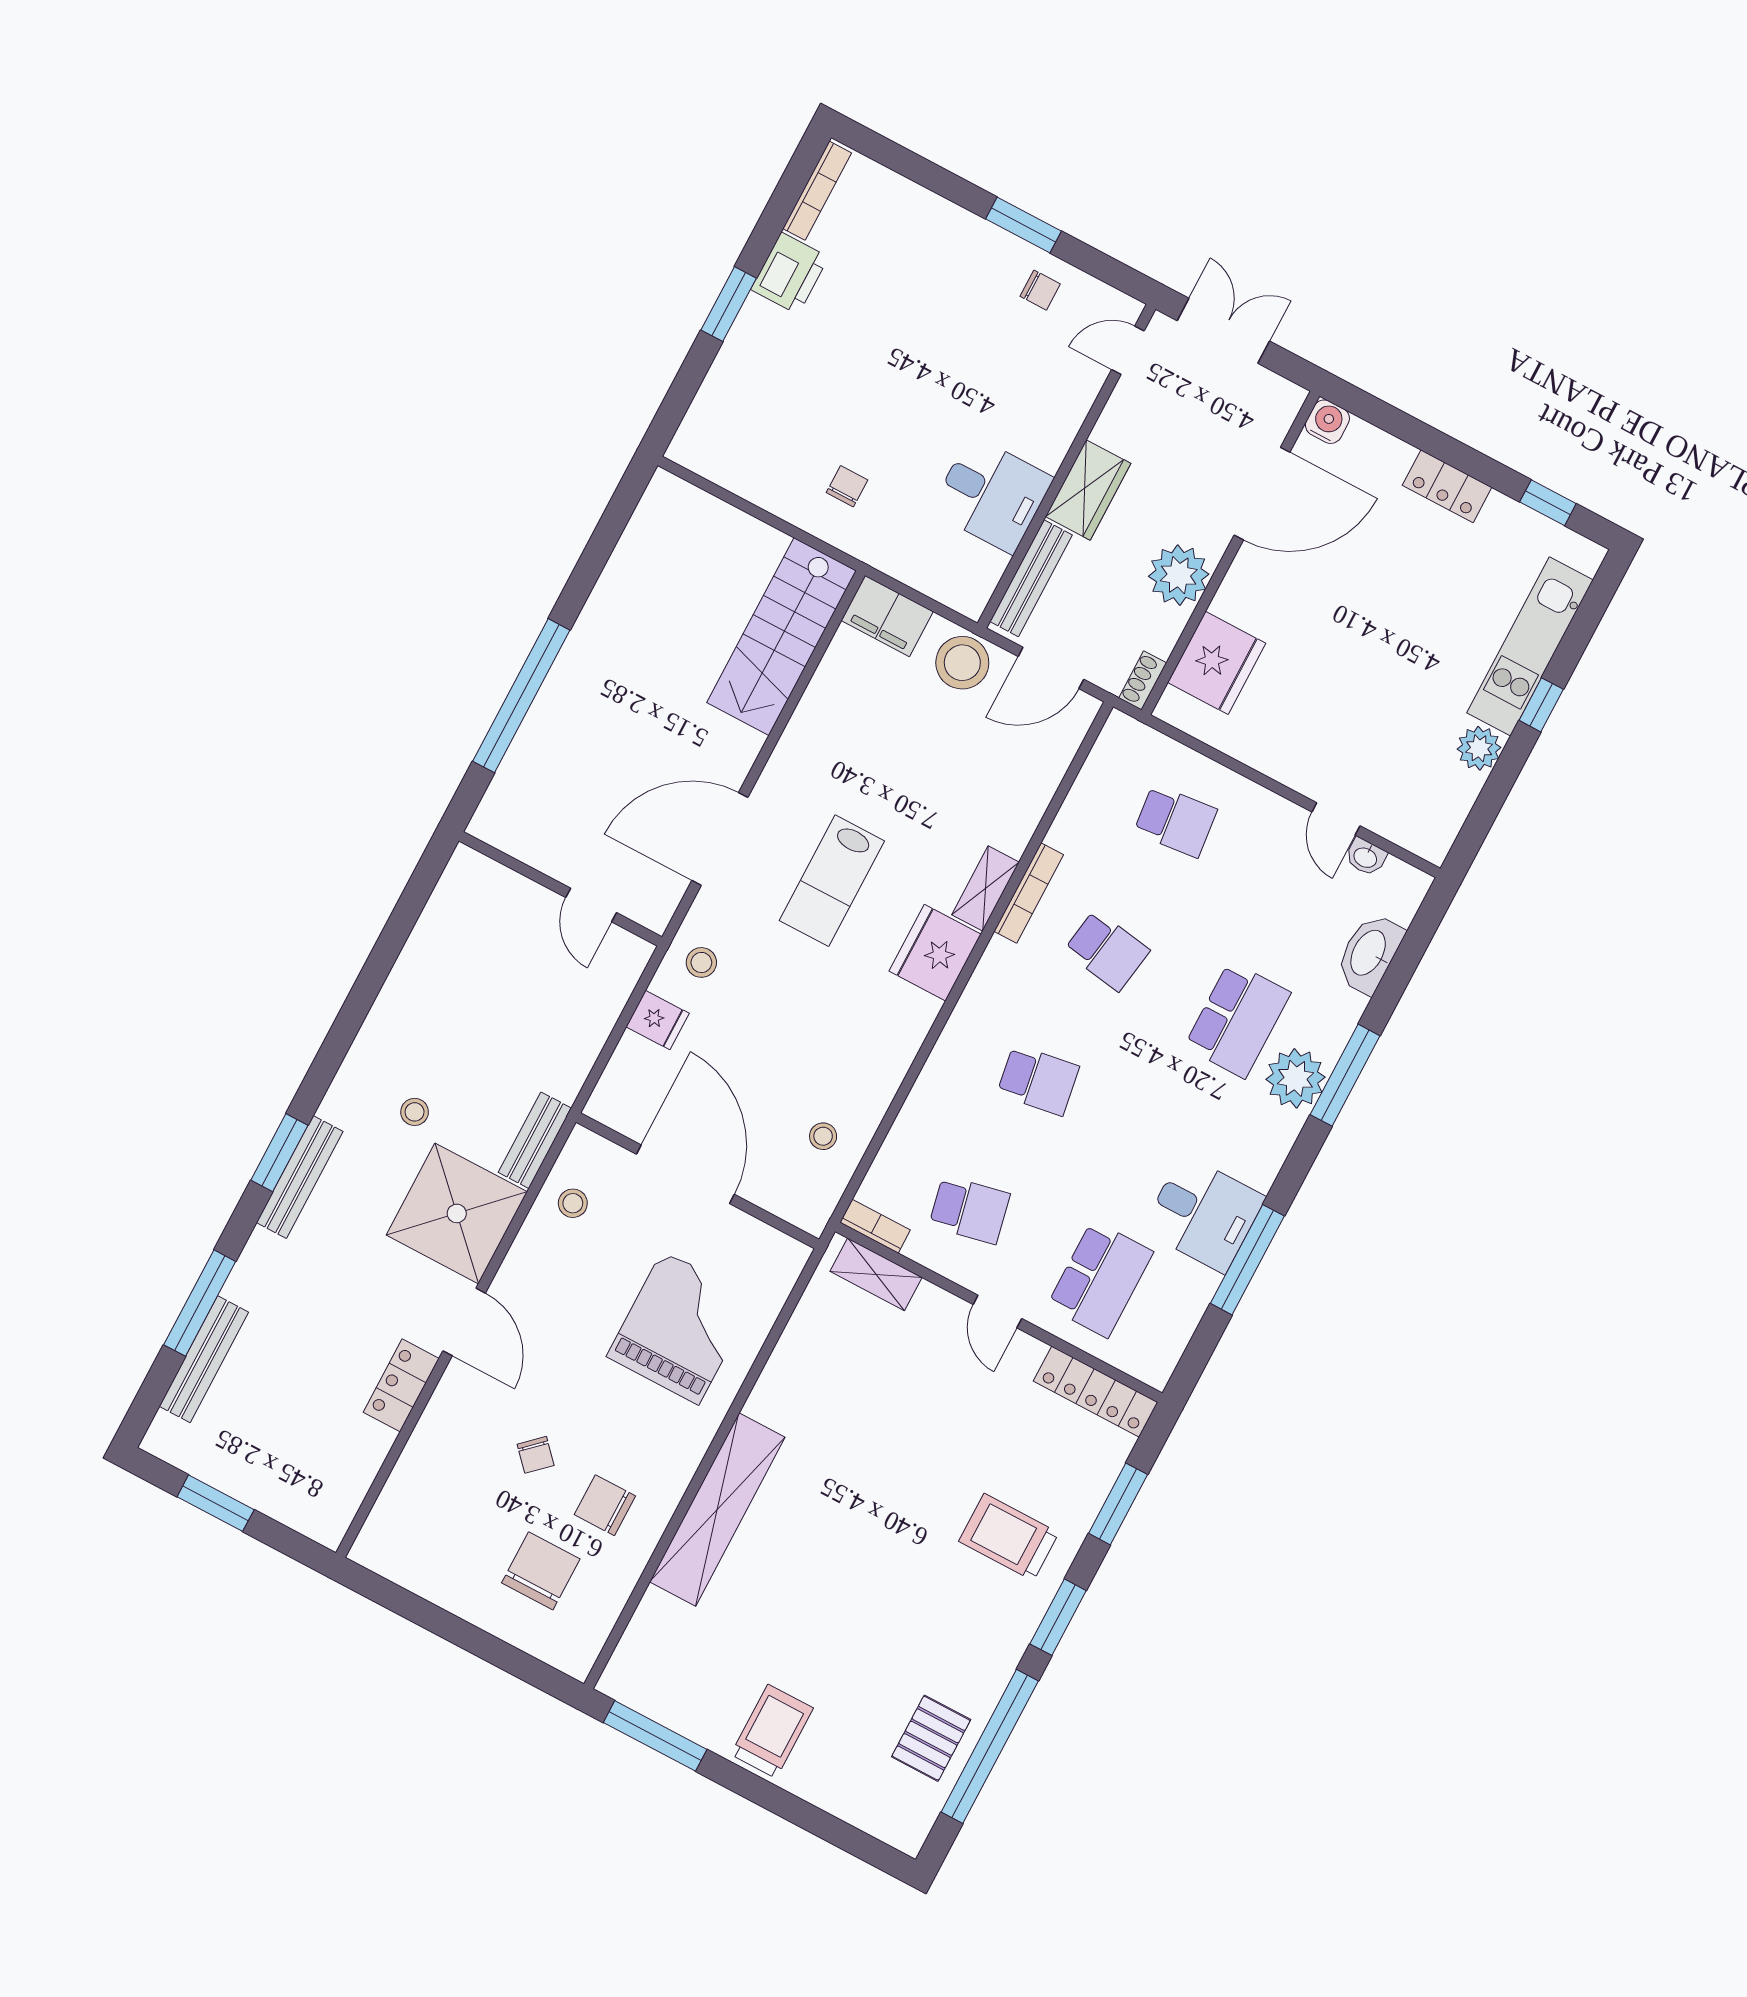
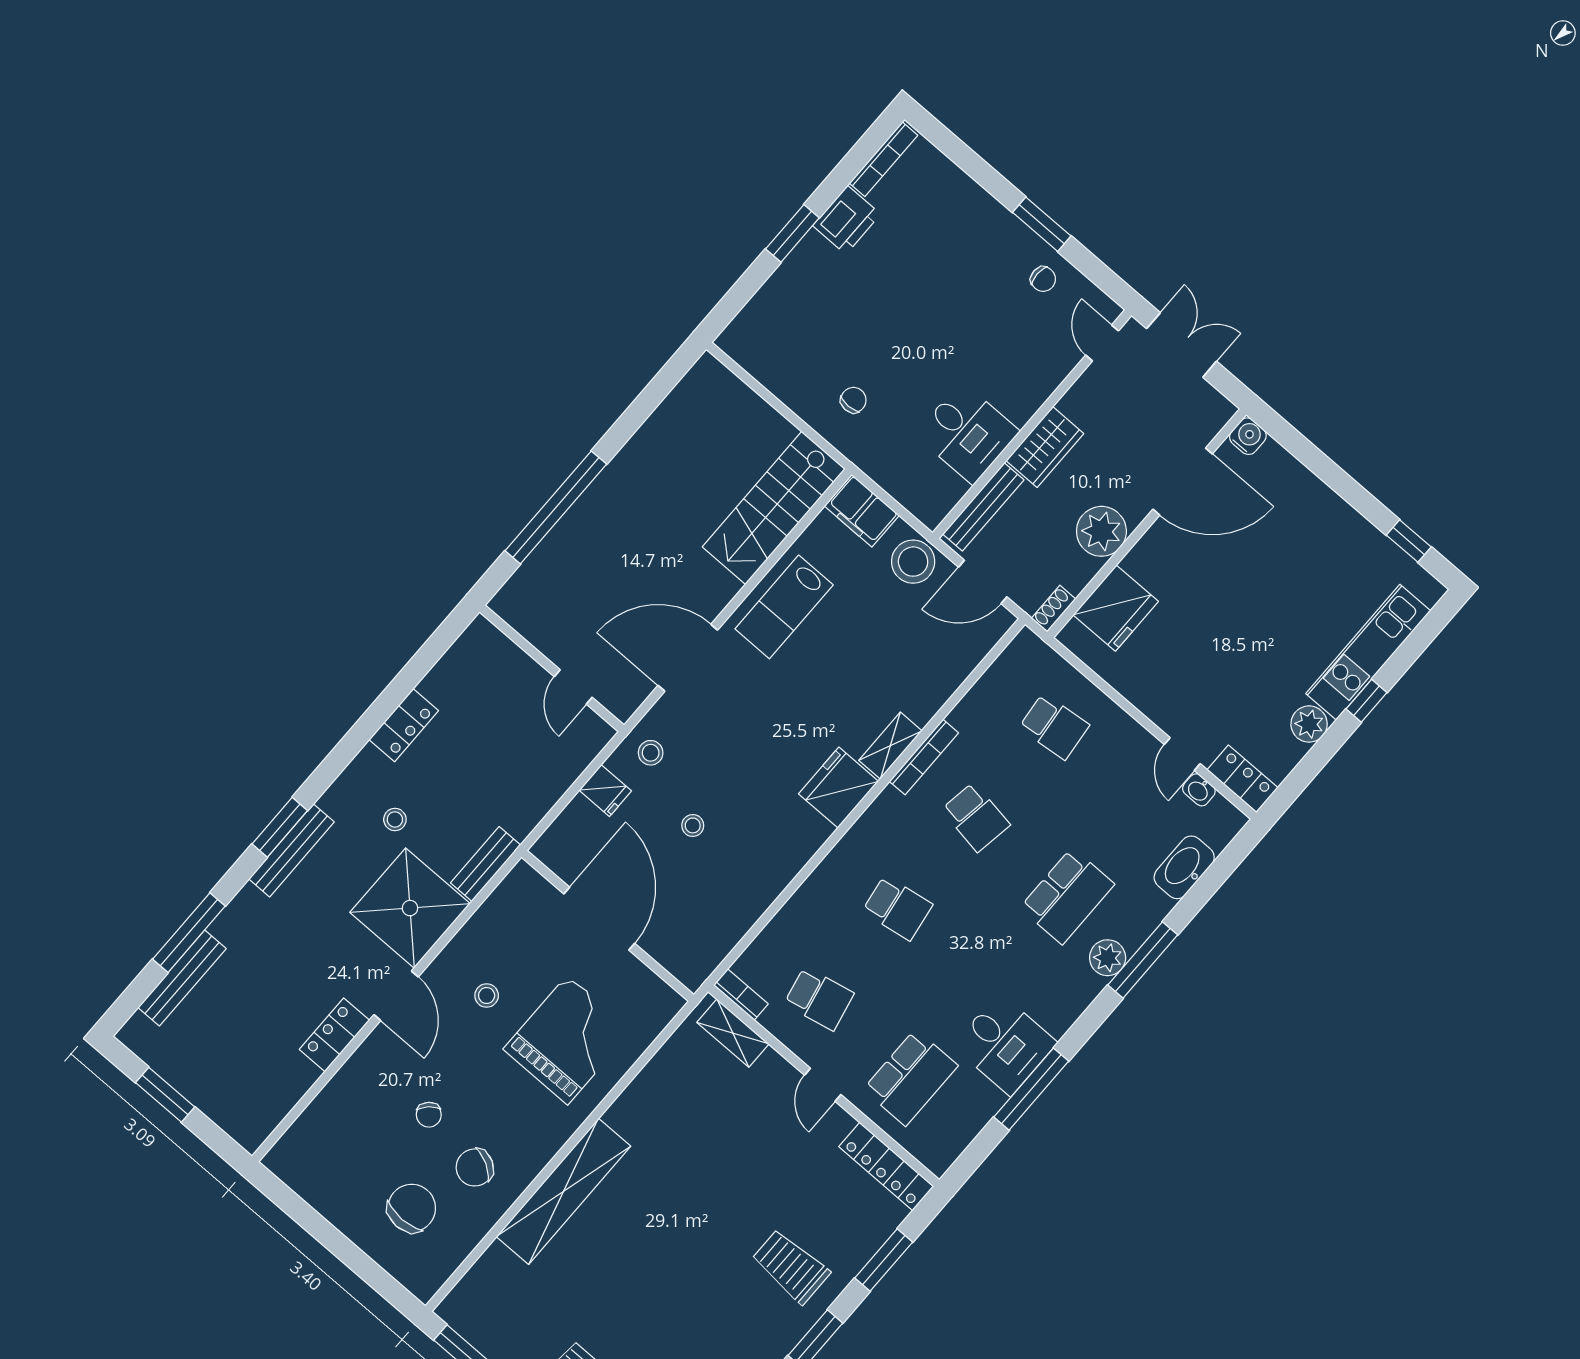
door: (1128, 350) -> (1102, 343), hinge flipped
locker: (1447, 486) -> (1242, 779), moved, turned 180
lab bench: (832, 881) -> (784, 607), moved
locker: (399, 997) -> (404, 725), added
plant: (1295, 1078) -> (1108, 958), width x0.73, depth x0.73
stool: (823, 1136) -> (693, 825), moved
stool: (573, 1203) -> (487, 996), moved
chair: (605, 1505) -> (475, 1167), turned -61

